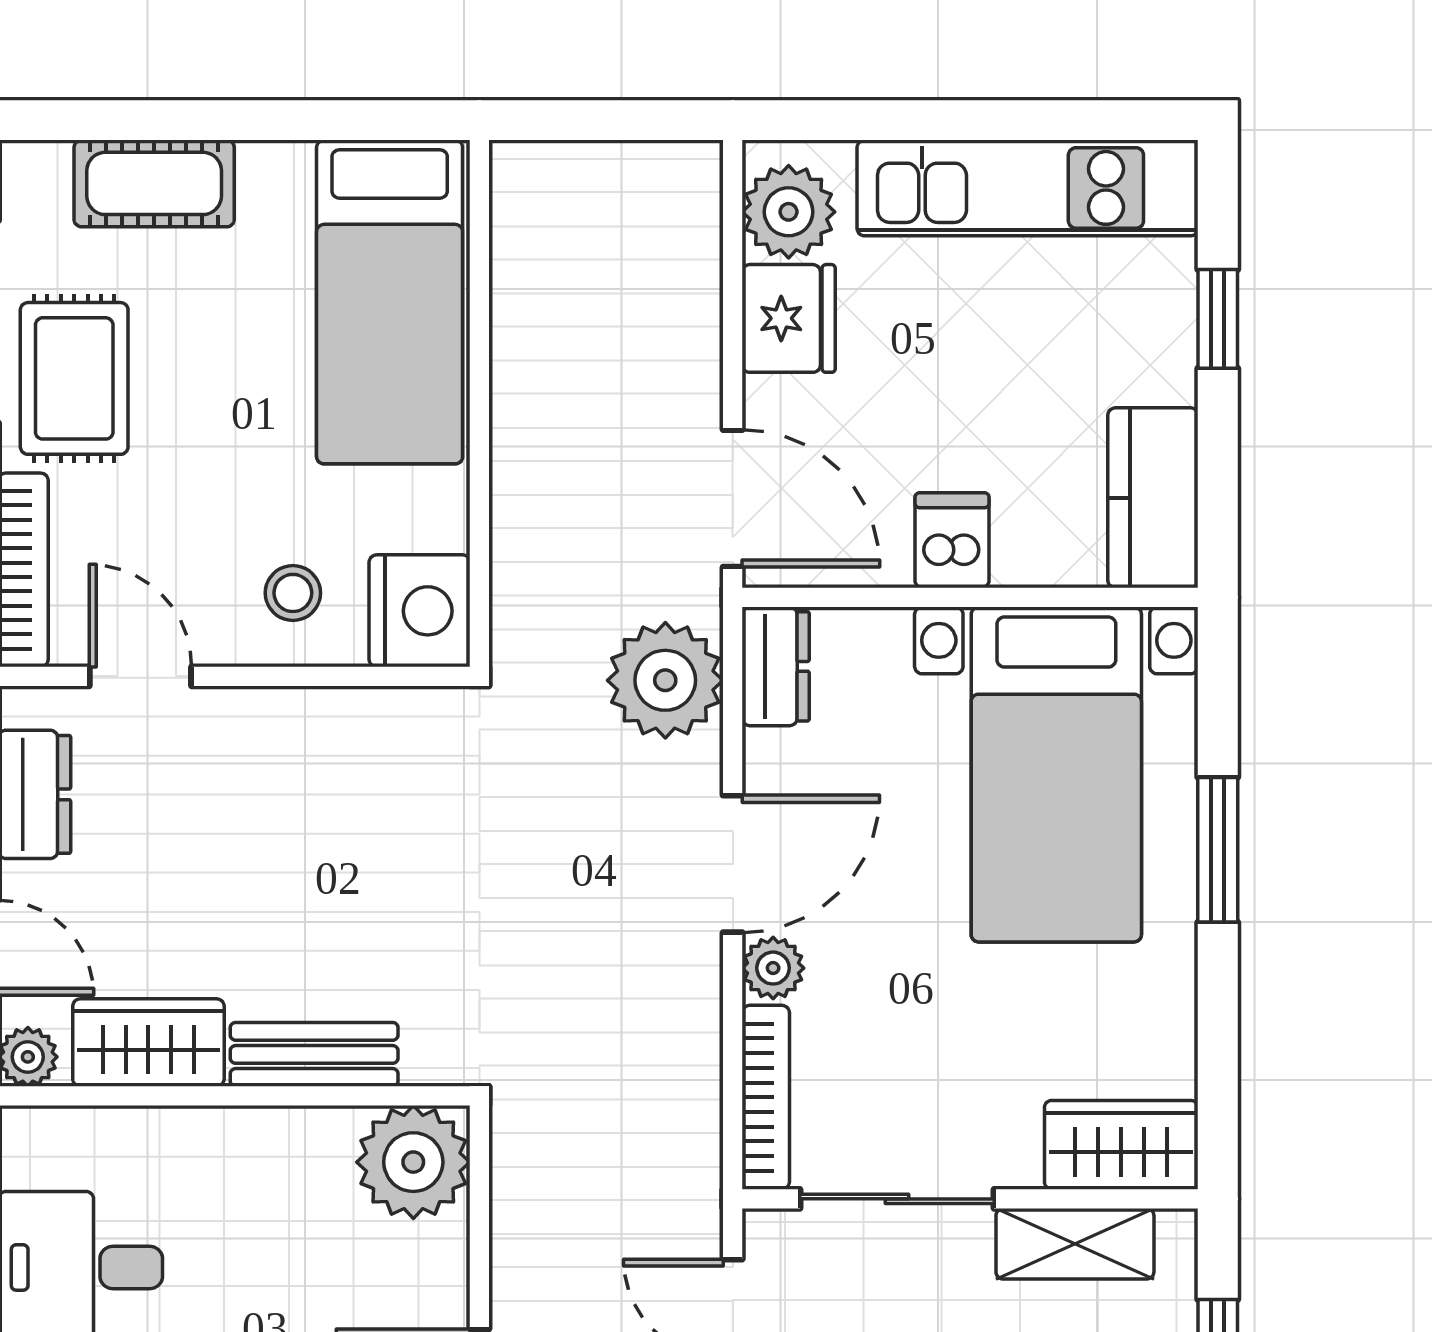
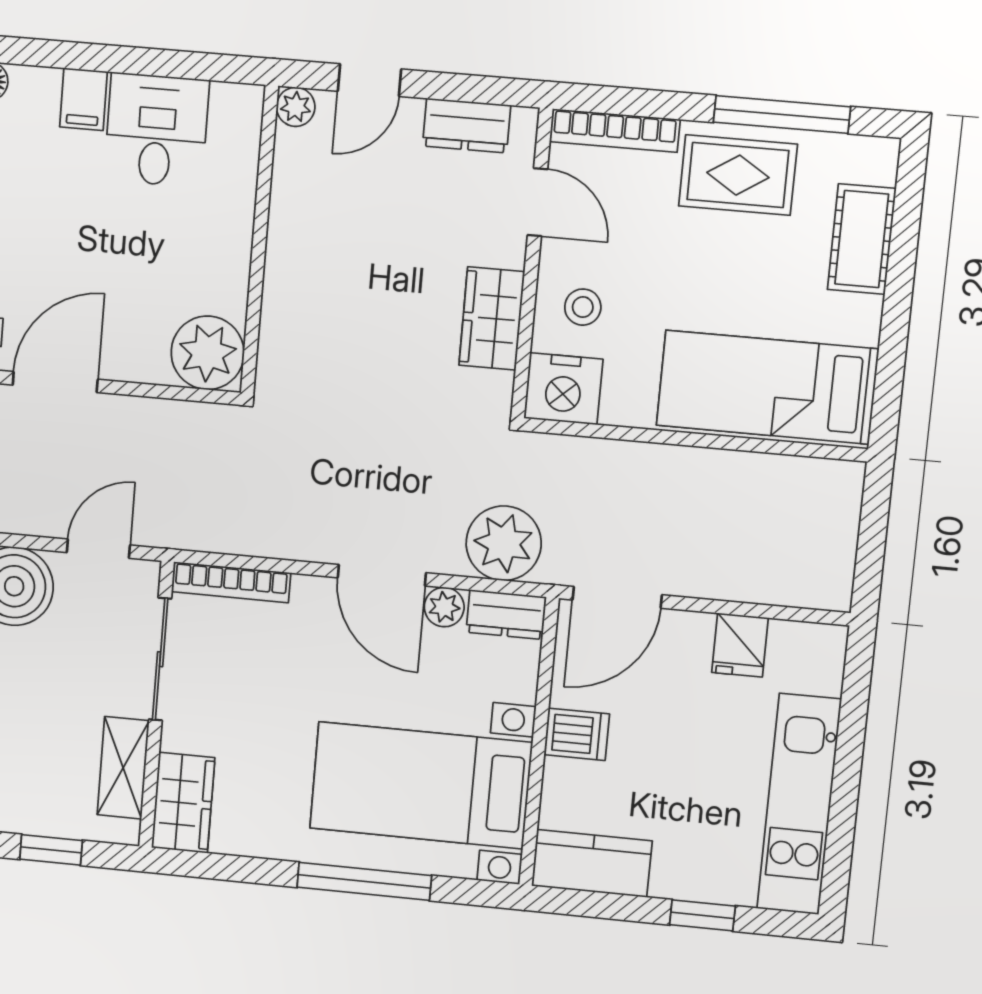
plant: (789, 212) -> (800, 651), removed
fridge: (789, 318) -> (740, 645), width x0.72
door: (140, 676) -> (537, 202), hinge flipped
window: (1218, 850) -> (364, 881), width x1.44
plant: (773, 968) -> (444, 607), moved
wardrobe: (148, 1043) -> (492, 318), moved, turned 180
bench: (314, 1054) -> (282, 295), removed

